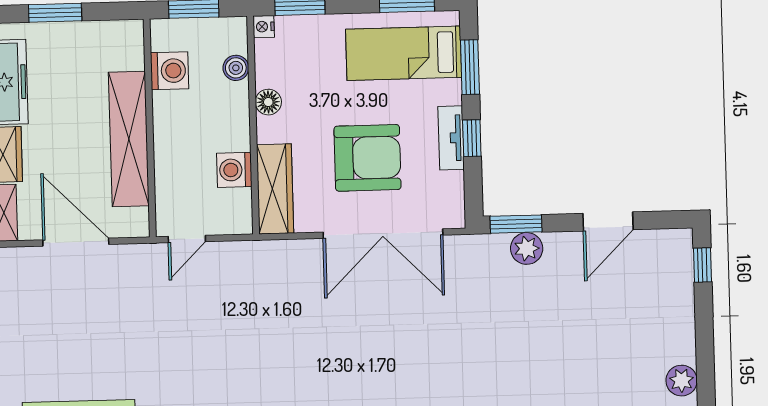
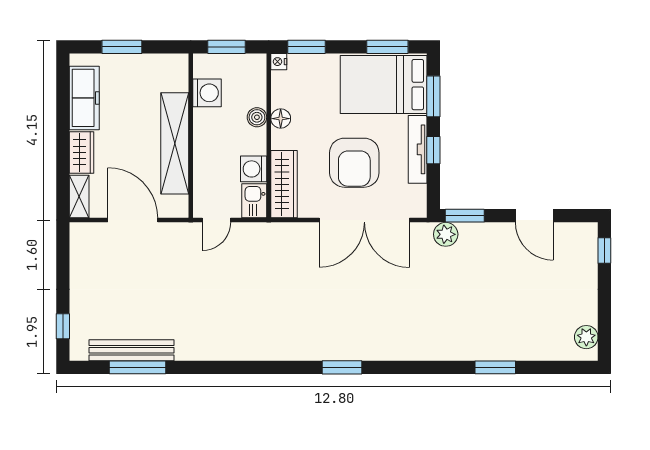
bed: (404, 53) -> (384, 85), width x1.50
boiler: (236, 68) -> (257, 117), moved
tv unit: (451, 138) -> (418, 149), width x1.41
armchair: (367, 158) -> (354, 163), turned 90
kitchen sink: (236, 212) -> (254, 201), added
door: (608, 222) -> (534, 216), hinge flipped
plant: (527, 248) -> (446, 234), moved

